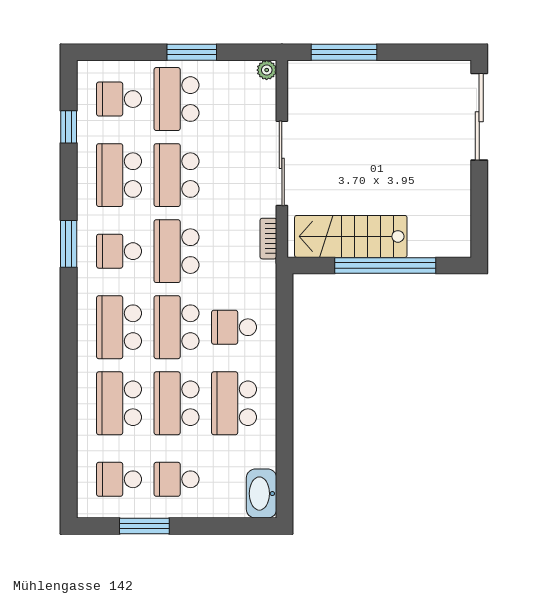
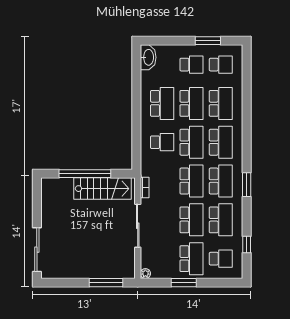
school desk: (119, 251) -> (221, 181), width x1.85

